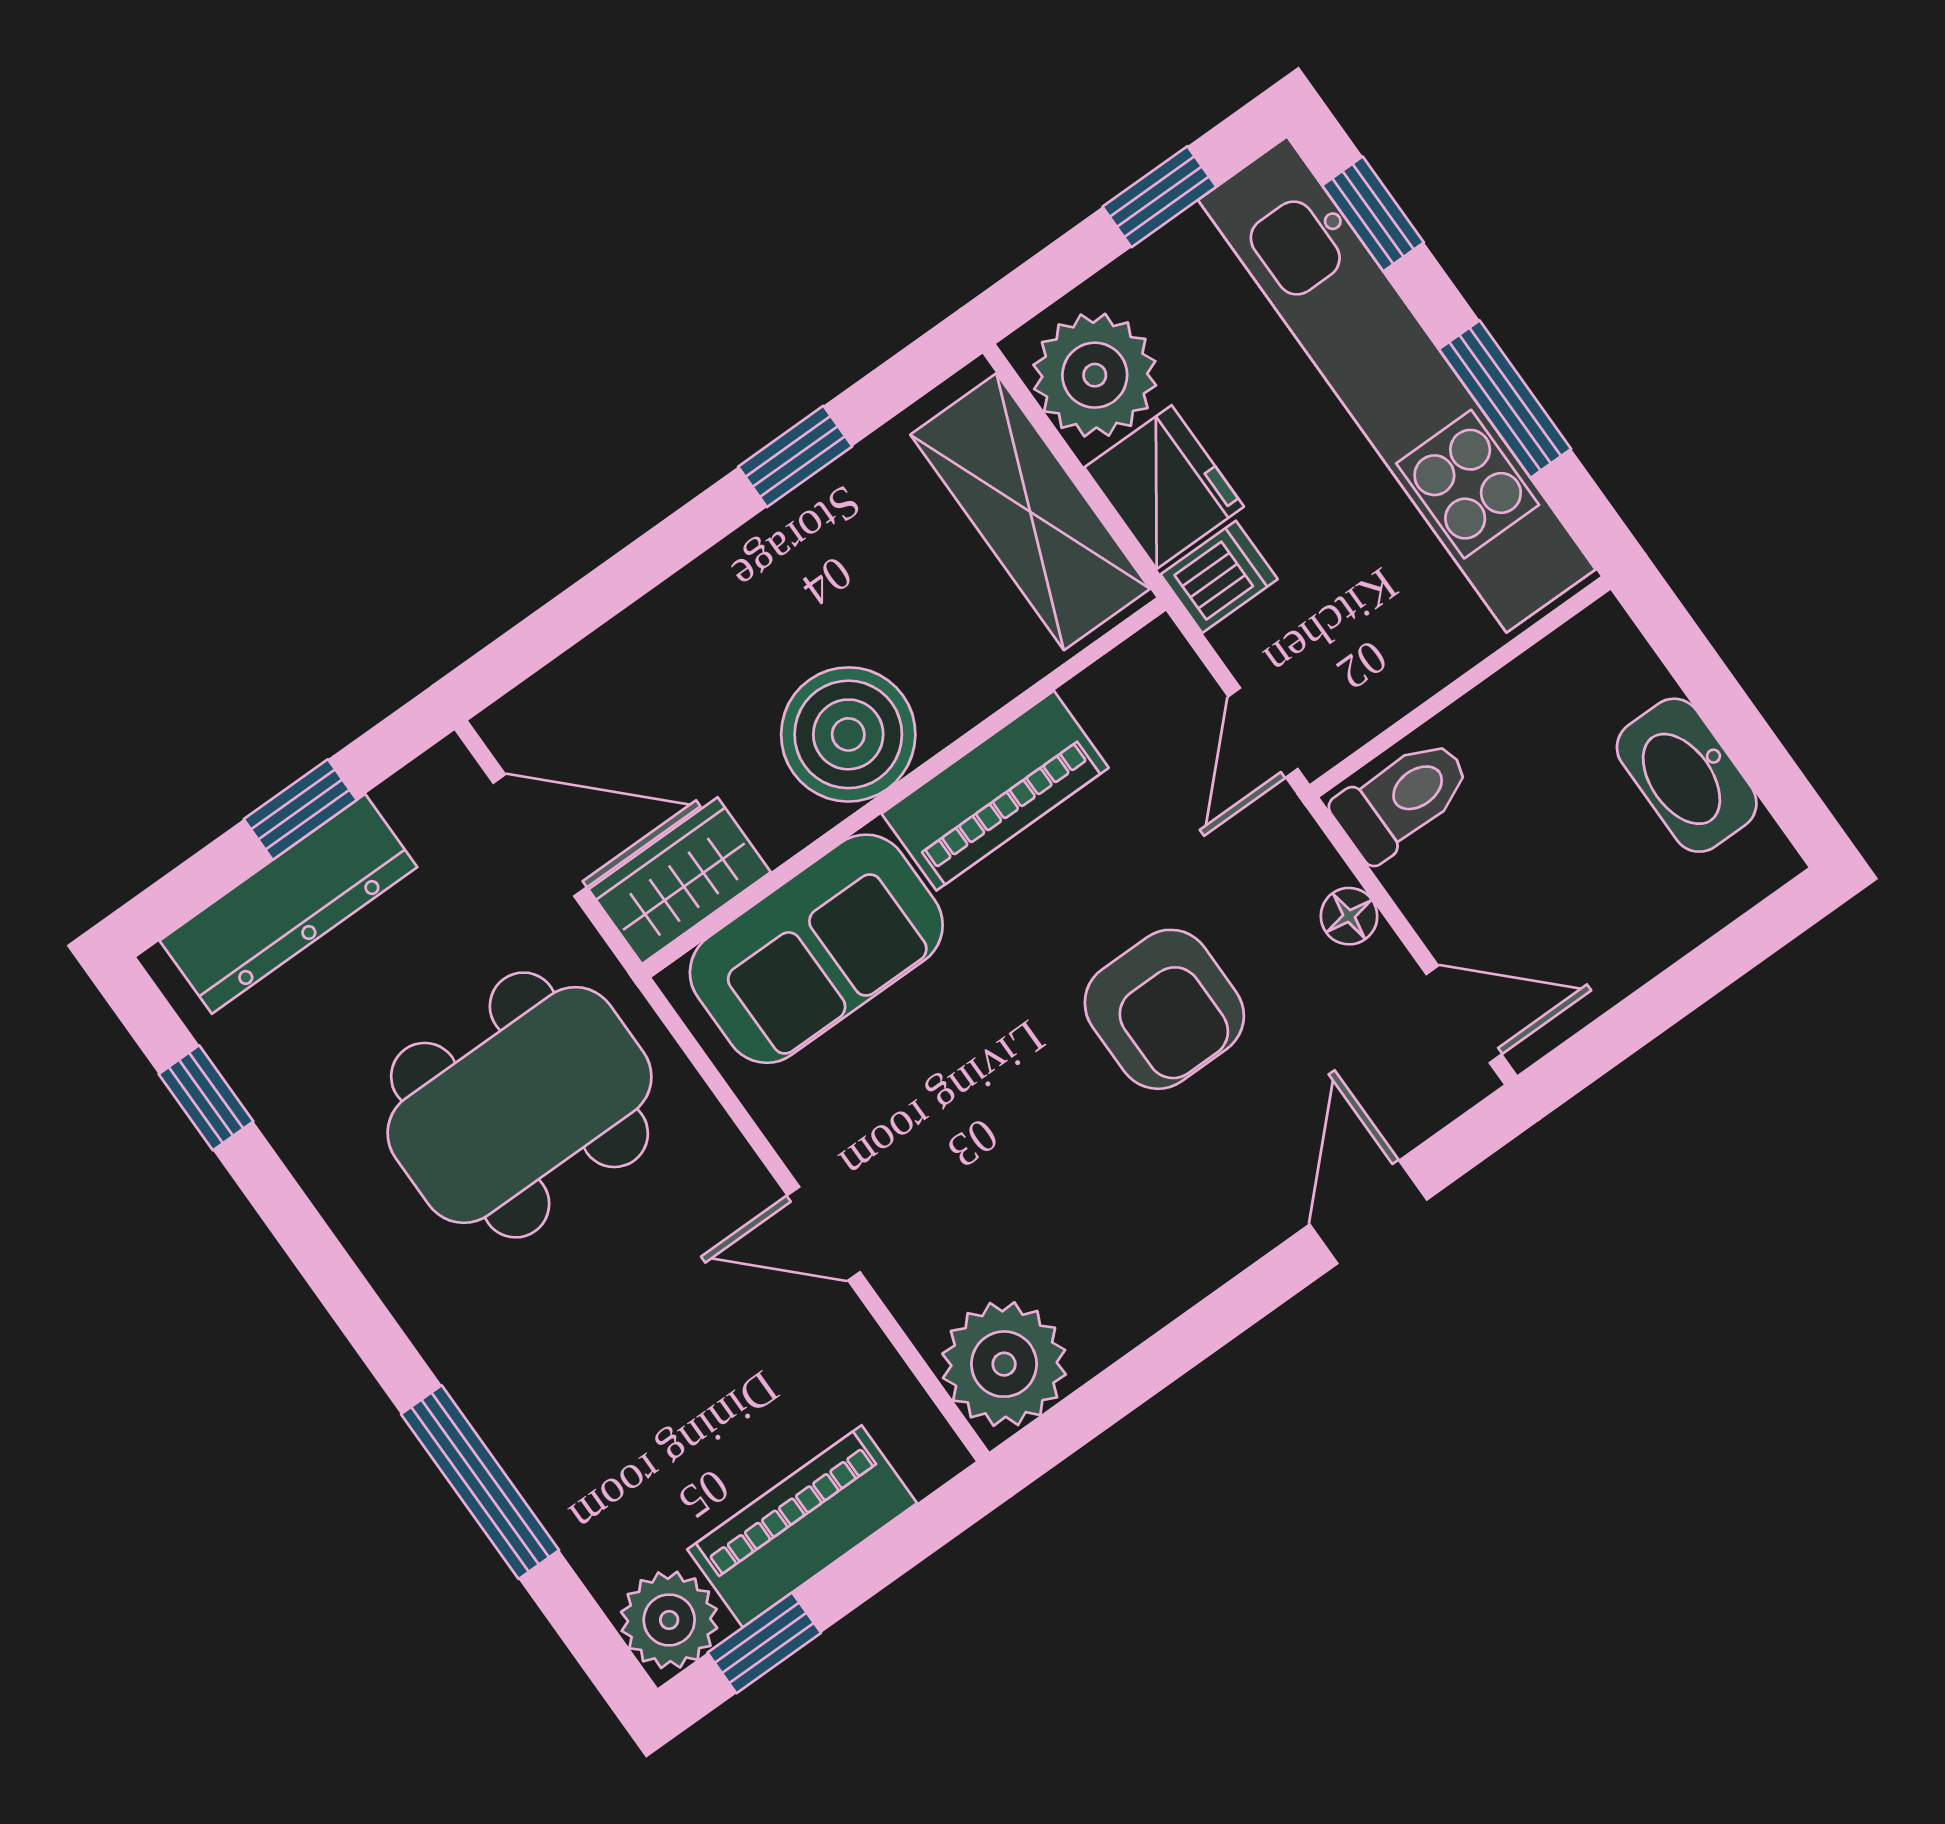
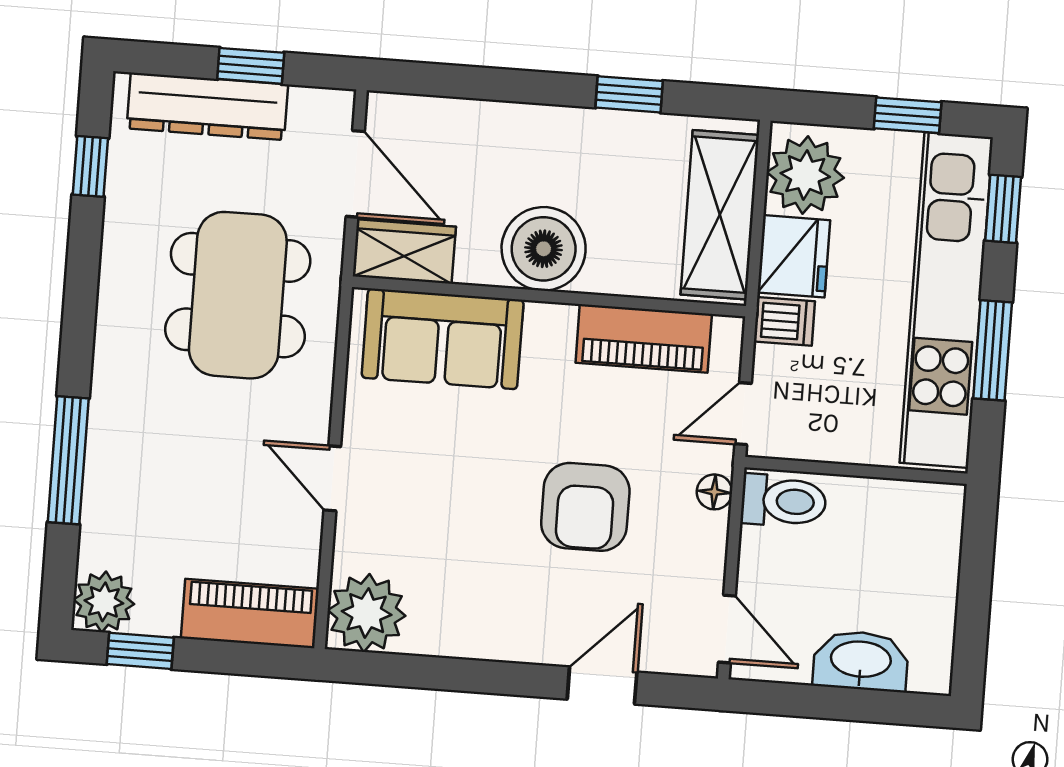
washbasin: (1687, 775) -> (861, 661), moved, turned 90
piano: (995, 791) -> (644, 338), moved
floor lamp: (1349, 916) -> (714, 492), moved
dining table: (520, 1105) -> (238, 295), turned 90
piano: (802, 1526) -> (250, 613), moved

